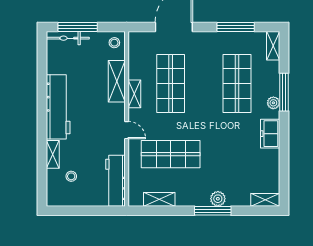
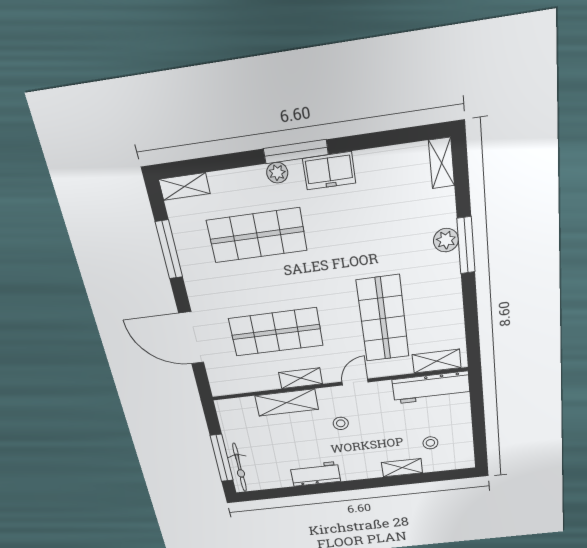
stool: (114, 43) -> (341, 423), moved
window: (284, 92) -> (296, 152), moved
workbench: (58, 107) -> (315, 474), width x0.53, depth x0.76
shelving: (159, 199) -> (437, 361), moved, turned 90

